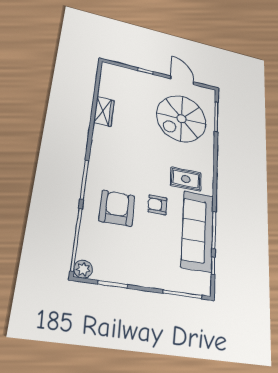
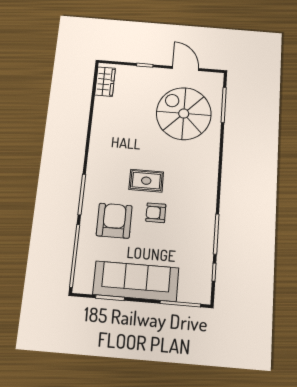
wardrobe: (104, 111) -> (105, 82), moved
spiral stairs: (182, 119) -> (184, 114), turned 90
rug: (186, 179) -> (146, 181), moved
sofa: (198, 231) -> (136, 281), moved, turned 90
plant: (83, 269) -> (82, 285), removed

